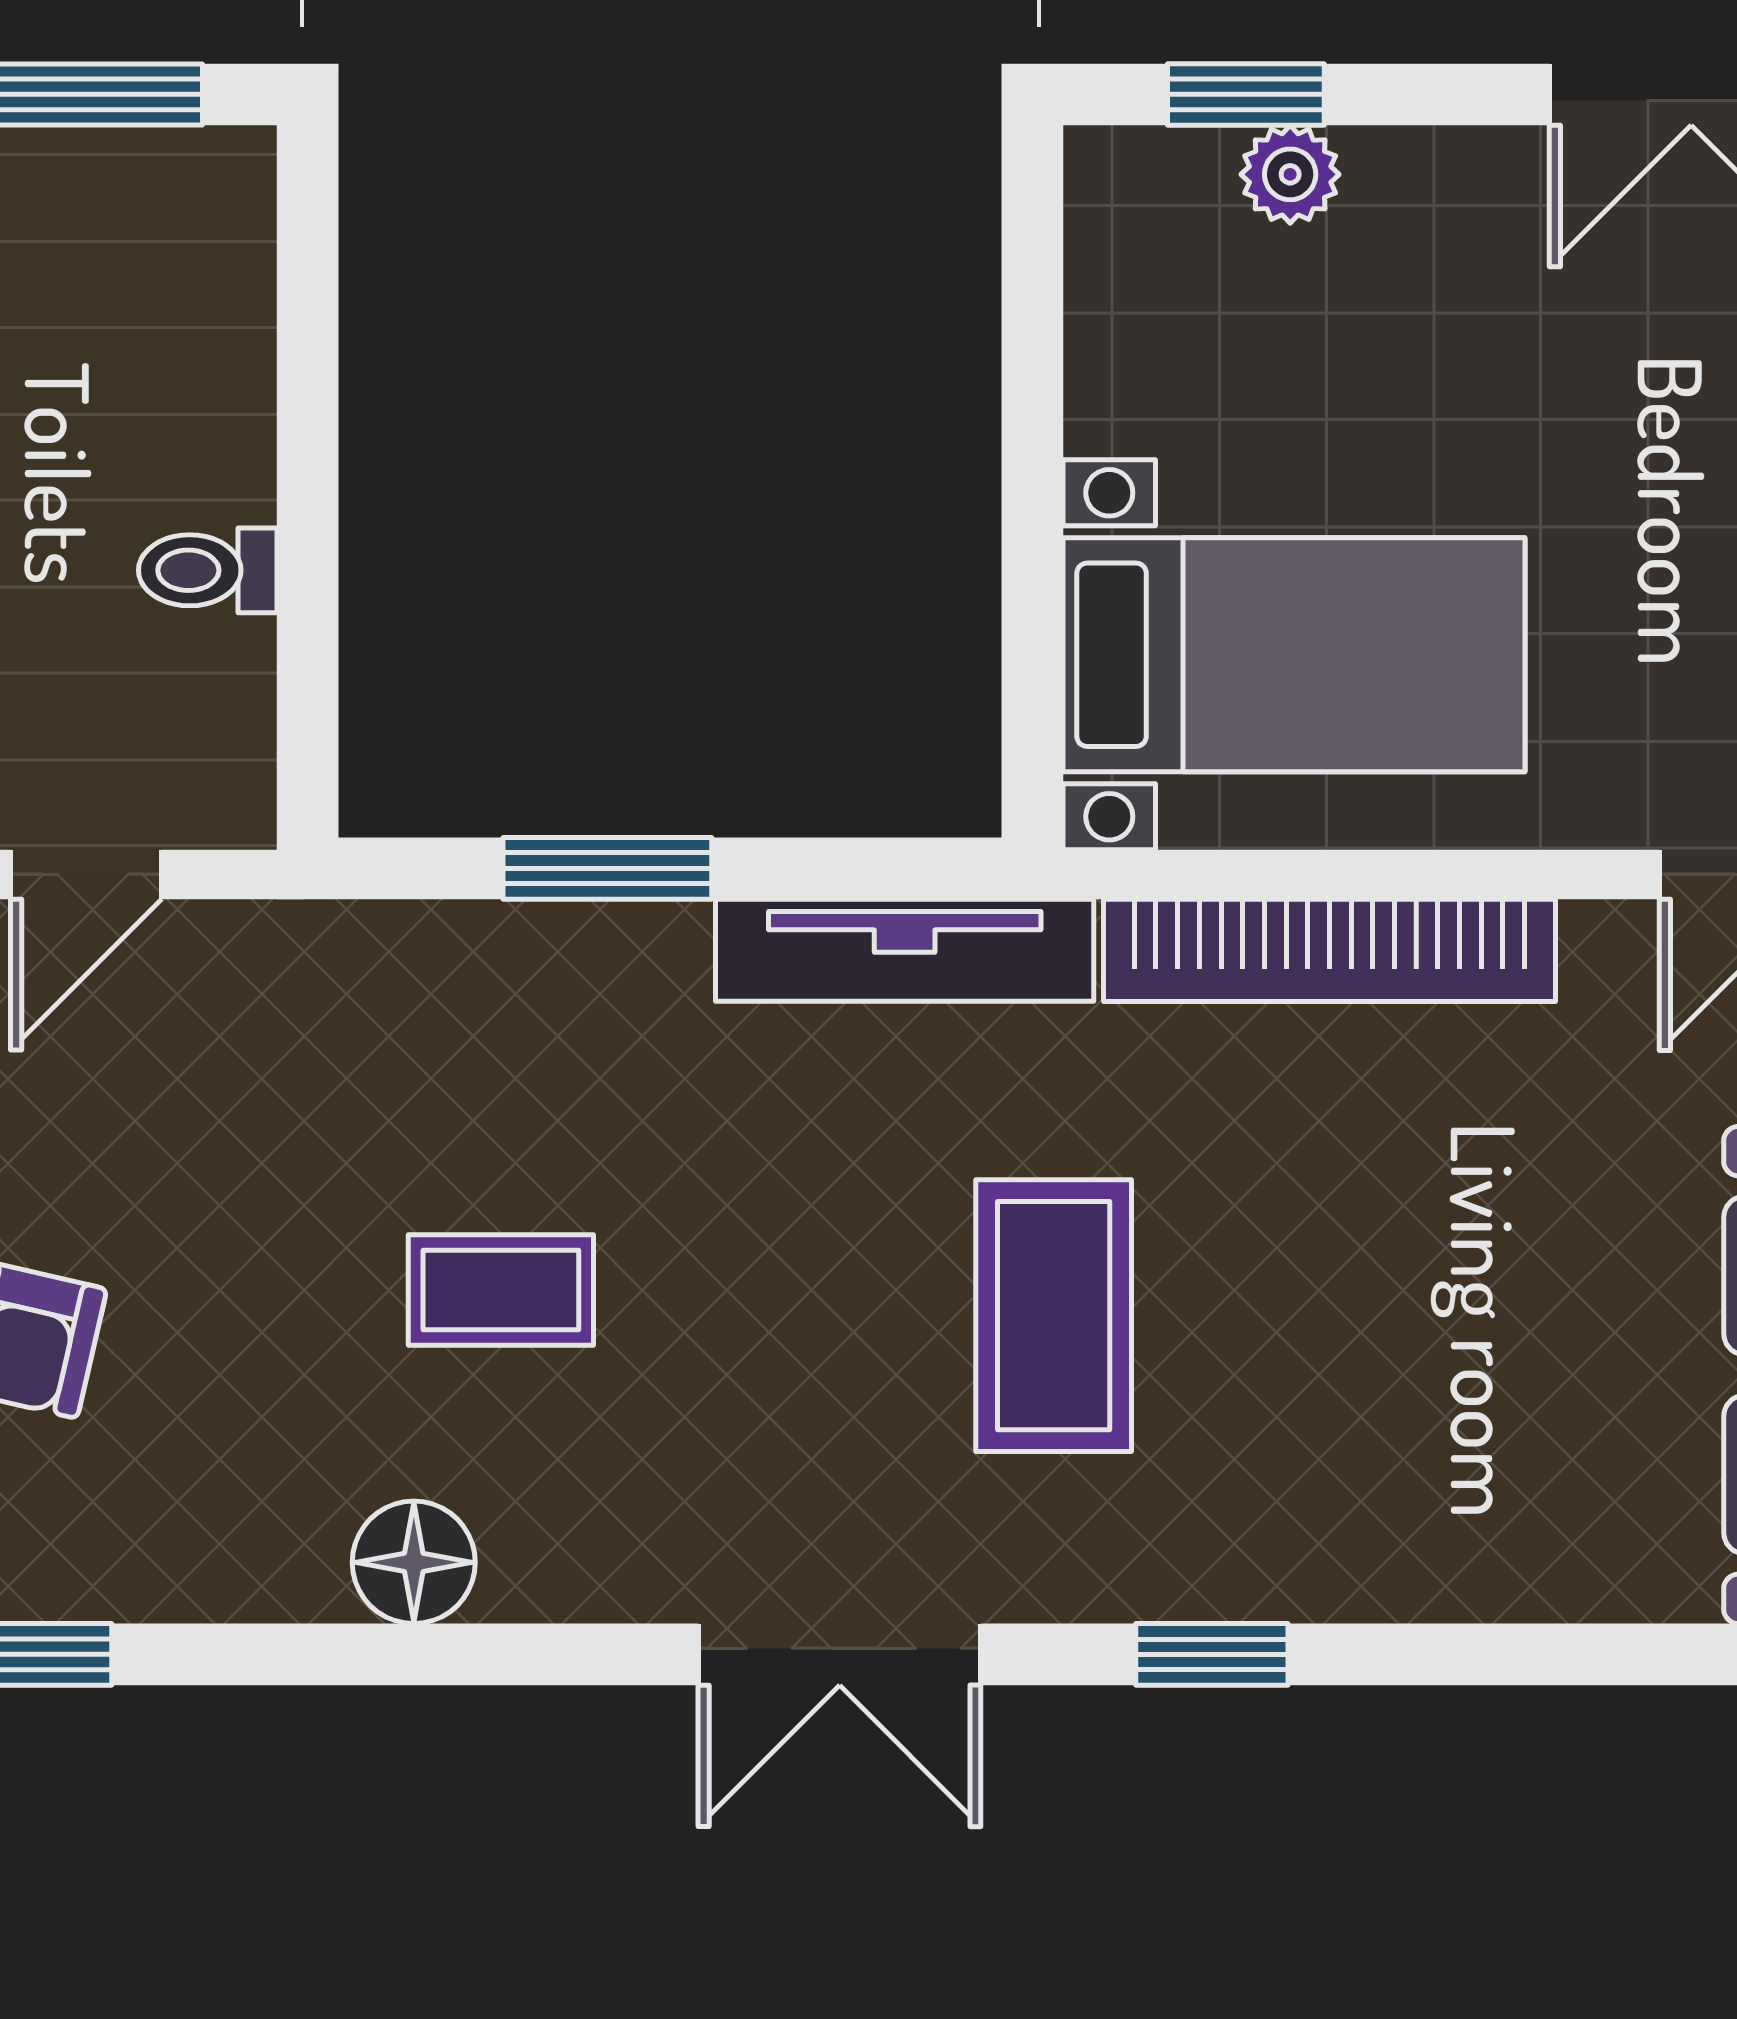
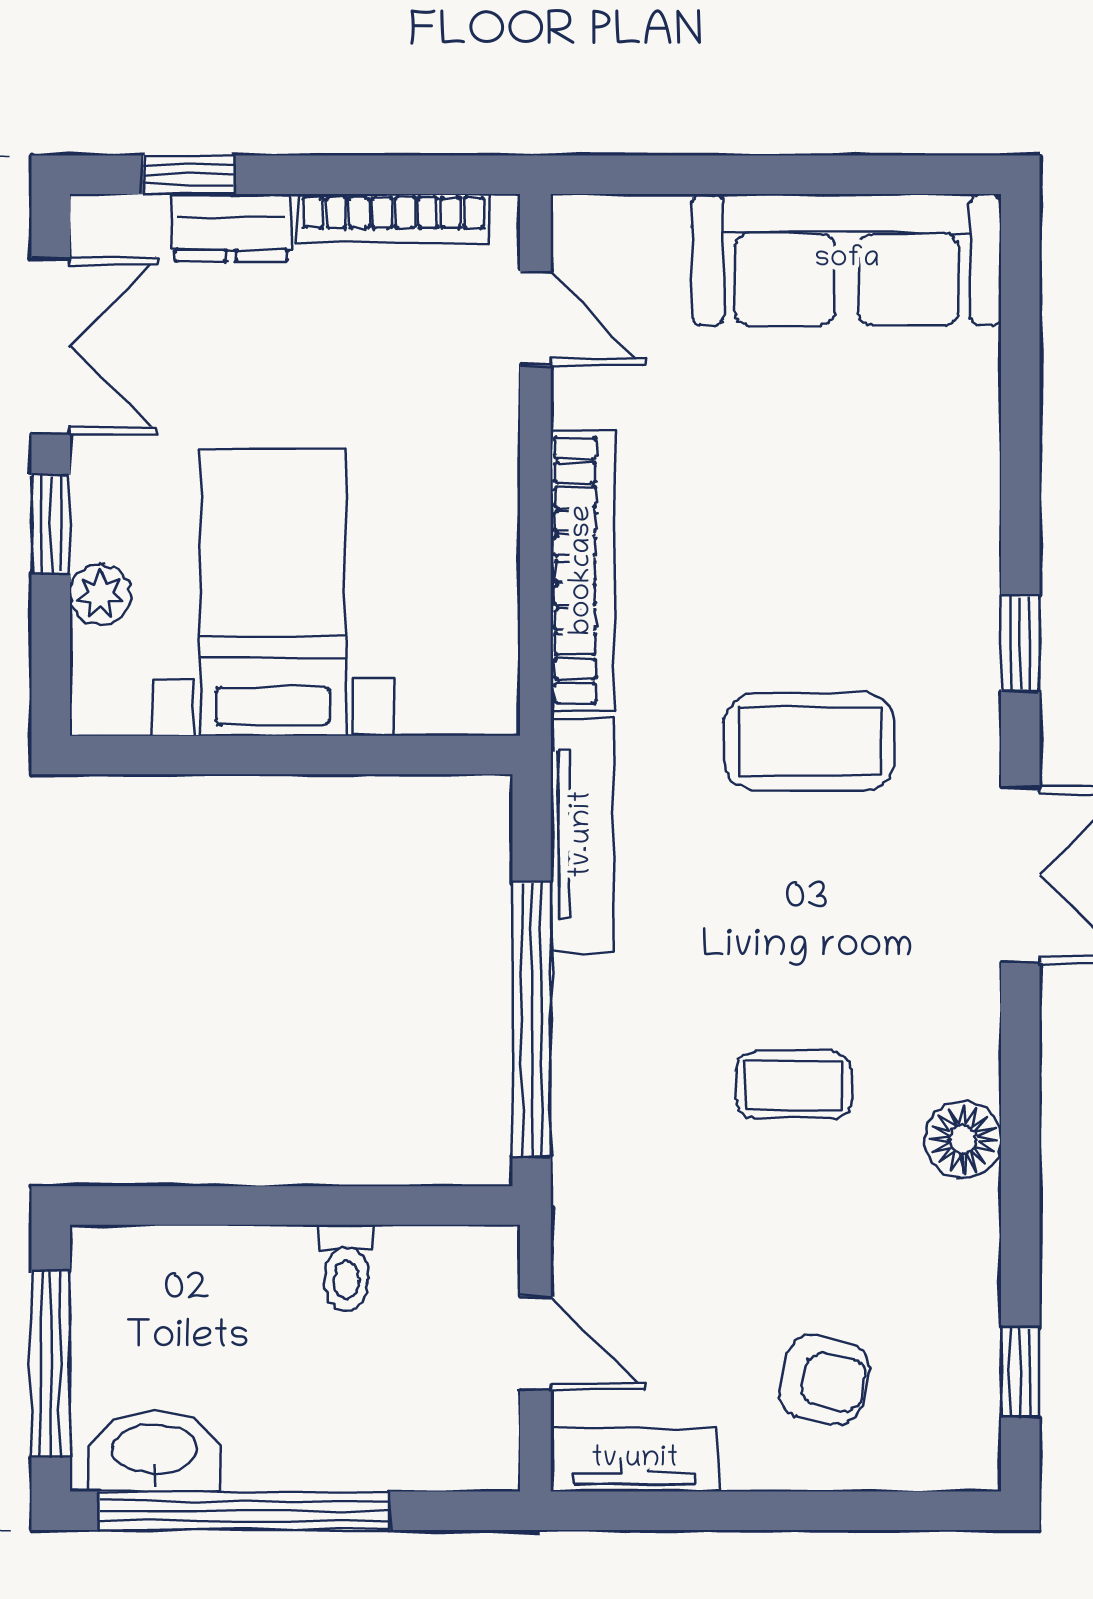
window: (1246, 94) -> (51, 524), moved
bed with nightstands: (1294, 655) -> (273, 592), moved
window: (607, 868) -> (532, 1019), width x2.11
coffee table: (501, 1290) -> (794, 1085), turned 90

